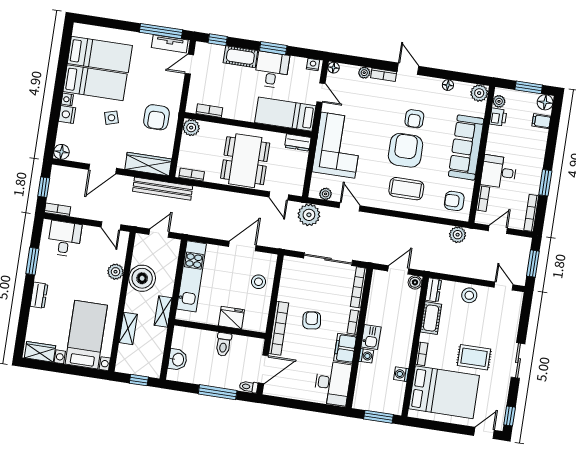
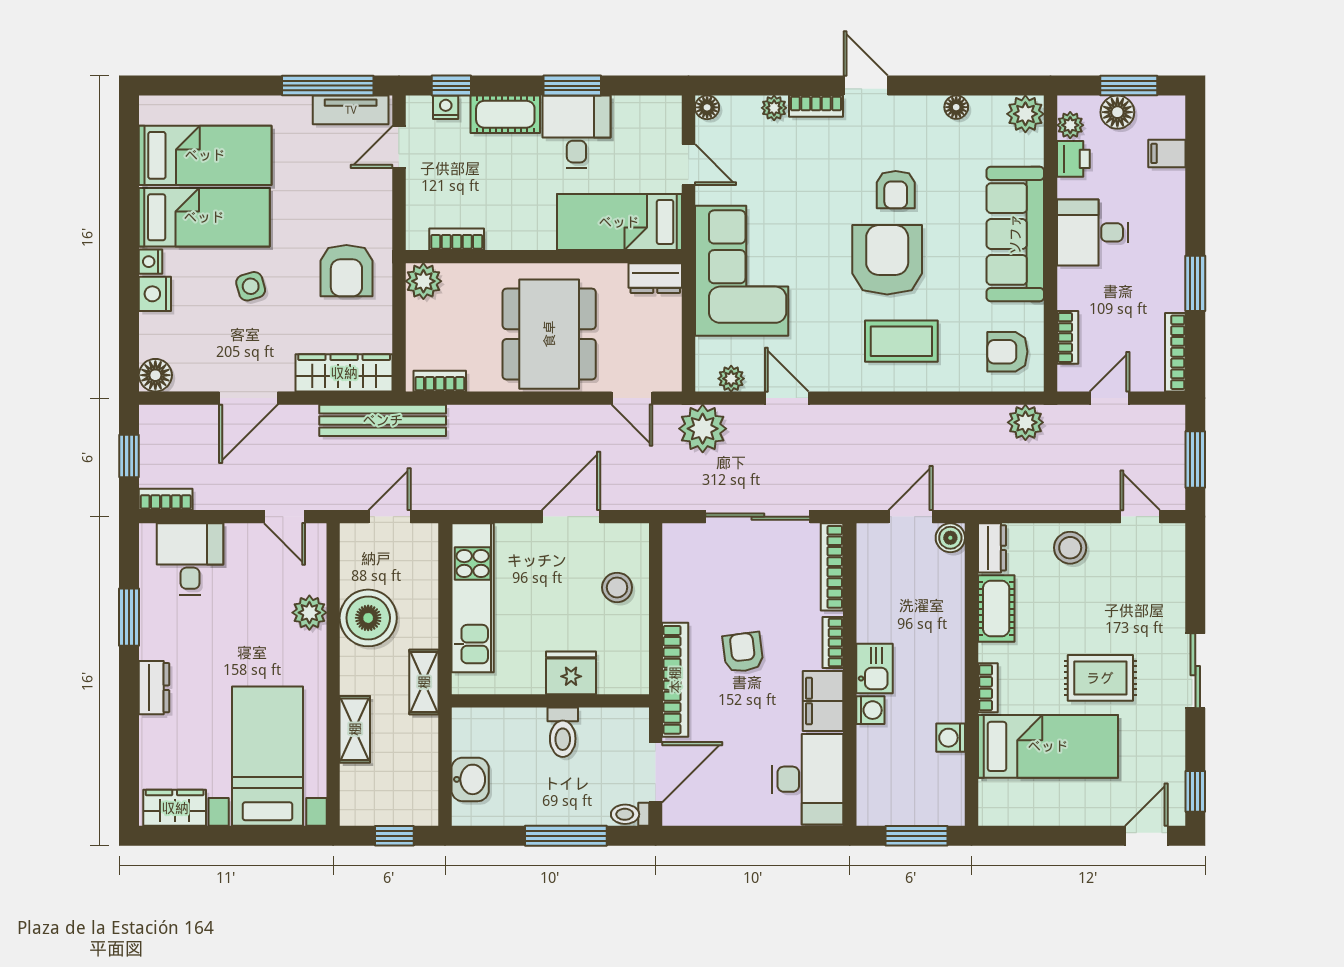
nightstand: (313, 64) -> (446, 107), moved
floor lamp: (545, 102) -> (1117, 112), moved
desk: (499, 172) -> (1093, 232), moved
bed: (444, 392) -> (1048, 746), width x0.67

